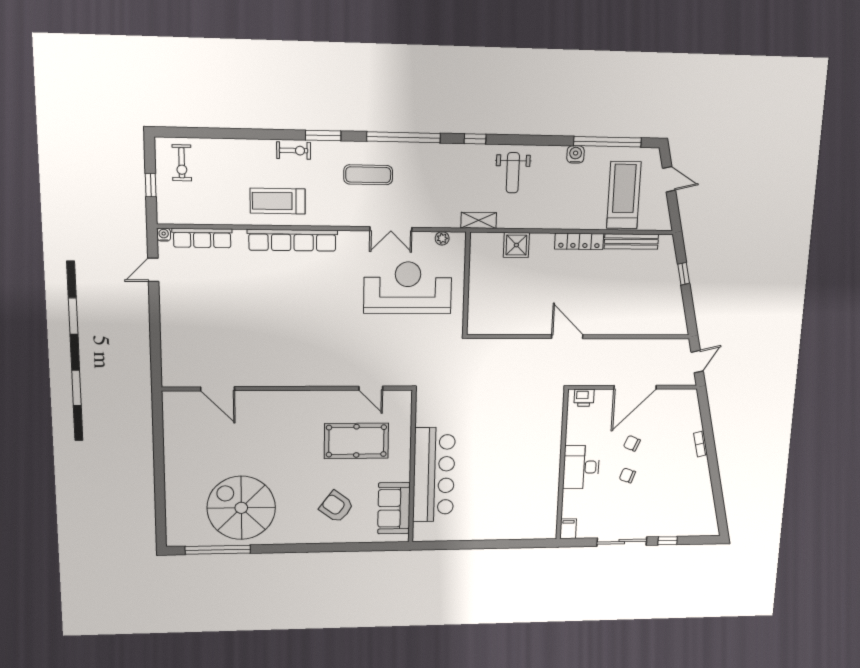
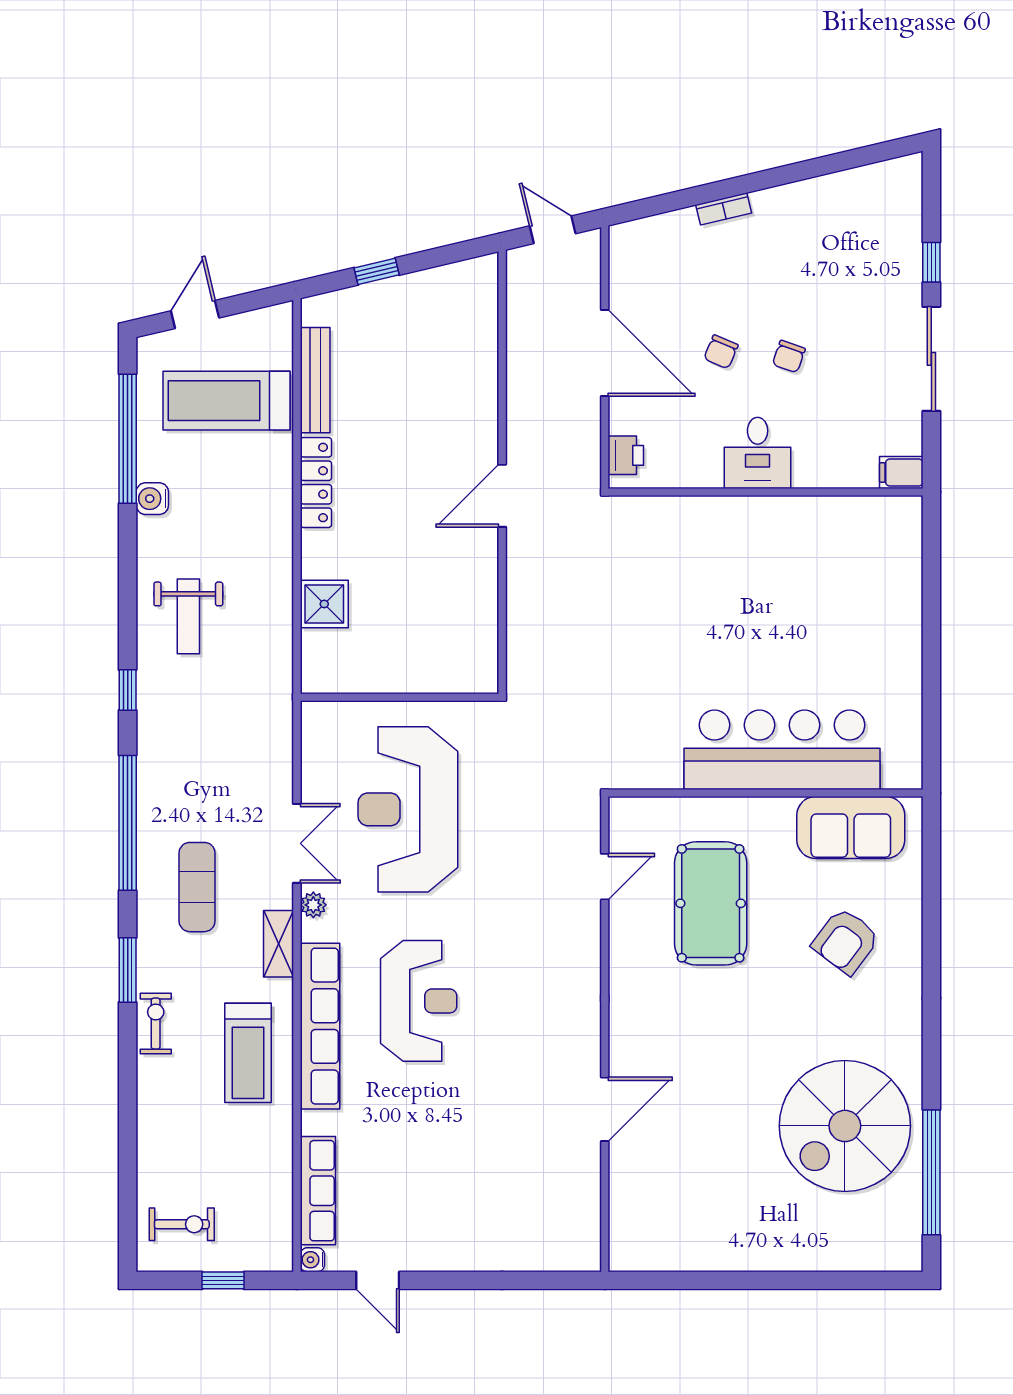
weight bench: (513, 173) -> (188, 616), turned 90
shelving: (479, 220) -> (279, 944), moved
plant: (442, 238) -> (313, 905), moved
reception desk: (306, 293) -> (419, 1001), added
door: (218, 389) -> (605, 1109), moved
desk: (581, 467) -> (758, 453), width x0.73

